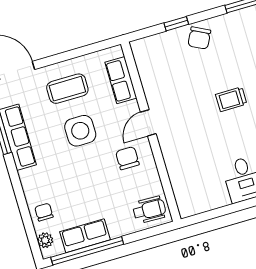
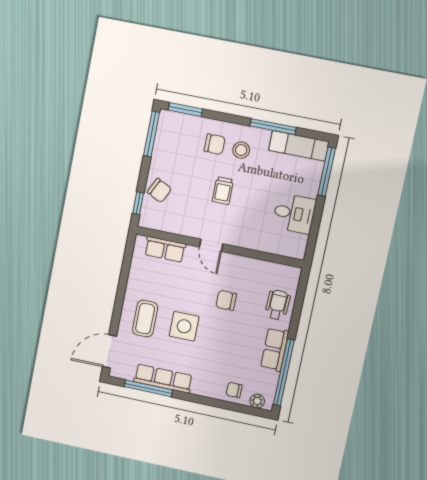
row of seats: (121, 80) -> (165, 249), moved
door: (148, 123) -> (211, 245), moved
wall: (151, 132) -> (219, 247), moved
row of seats: (85, 236) -> (275, 349), moved

